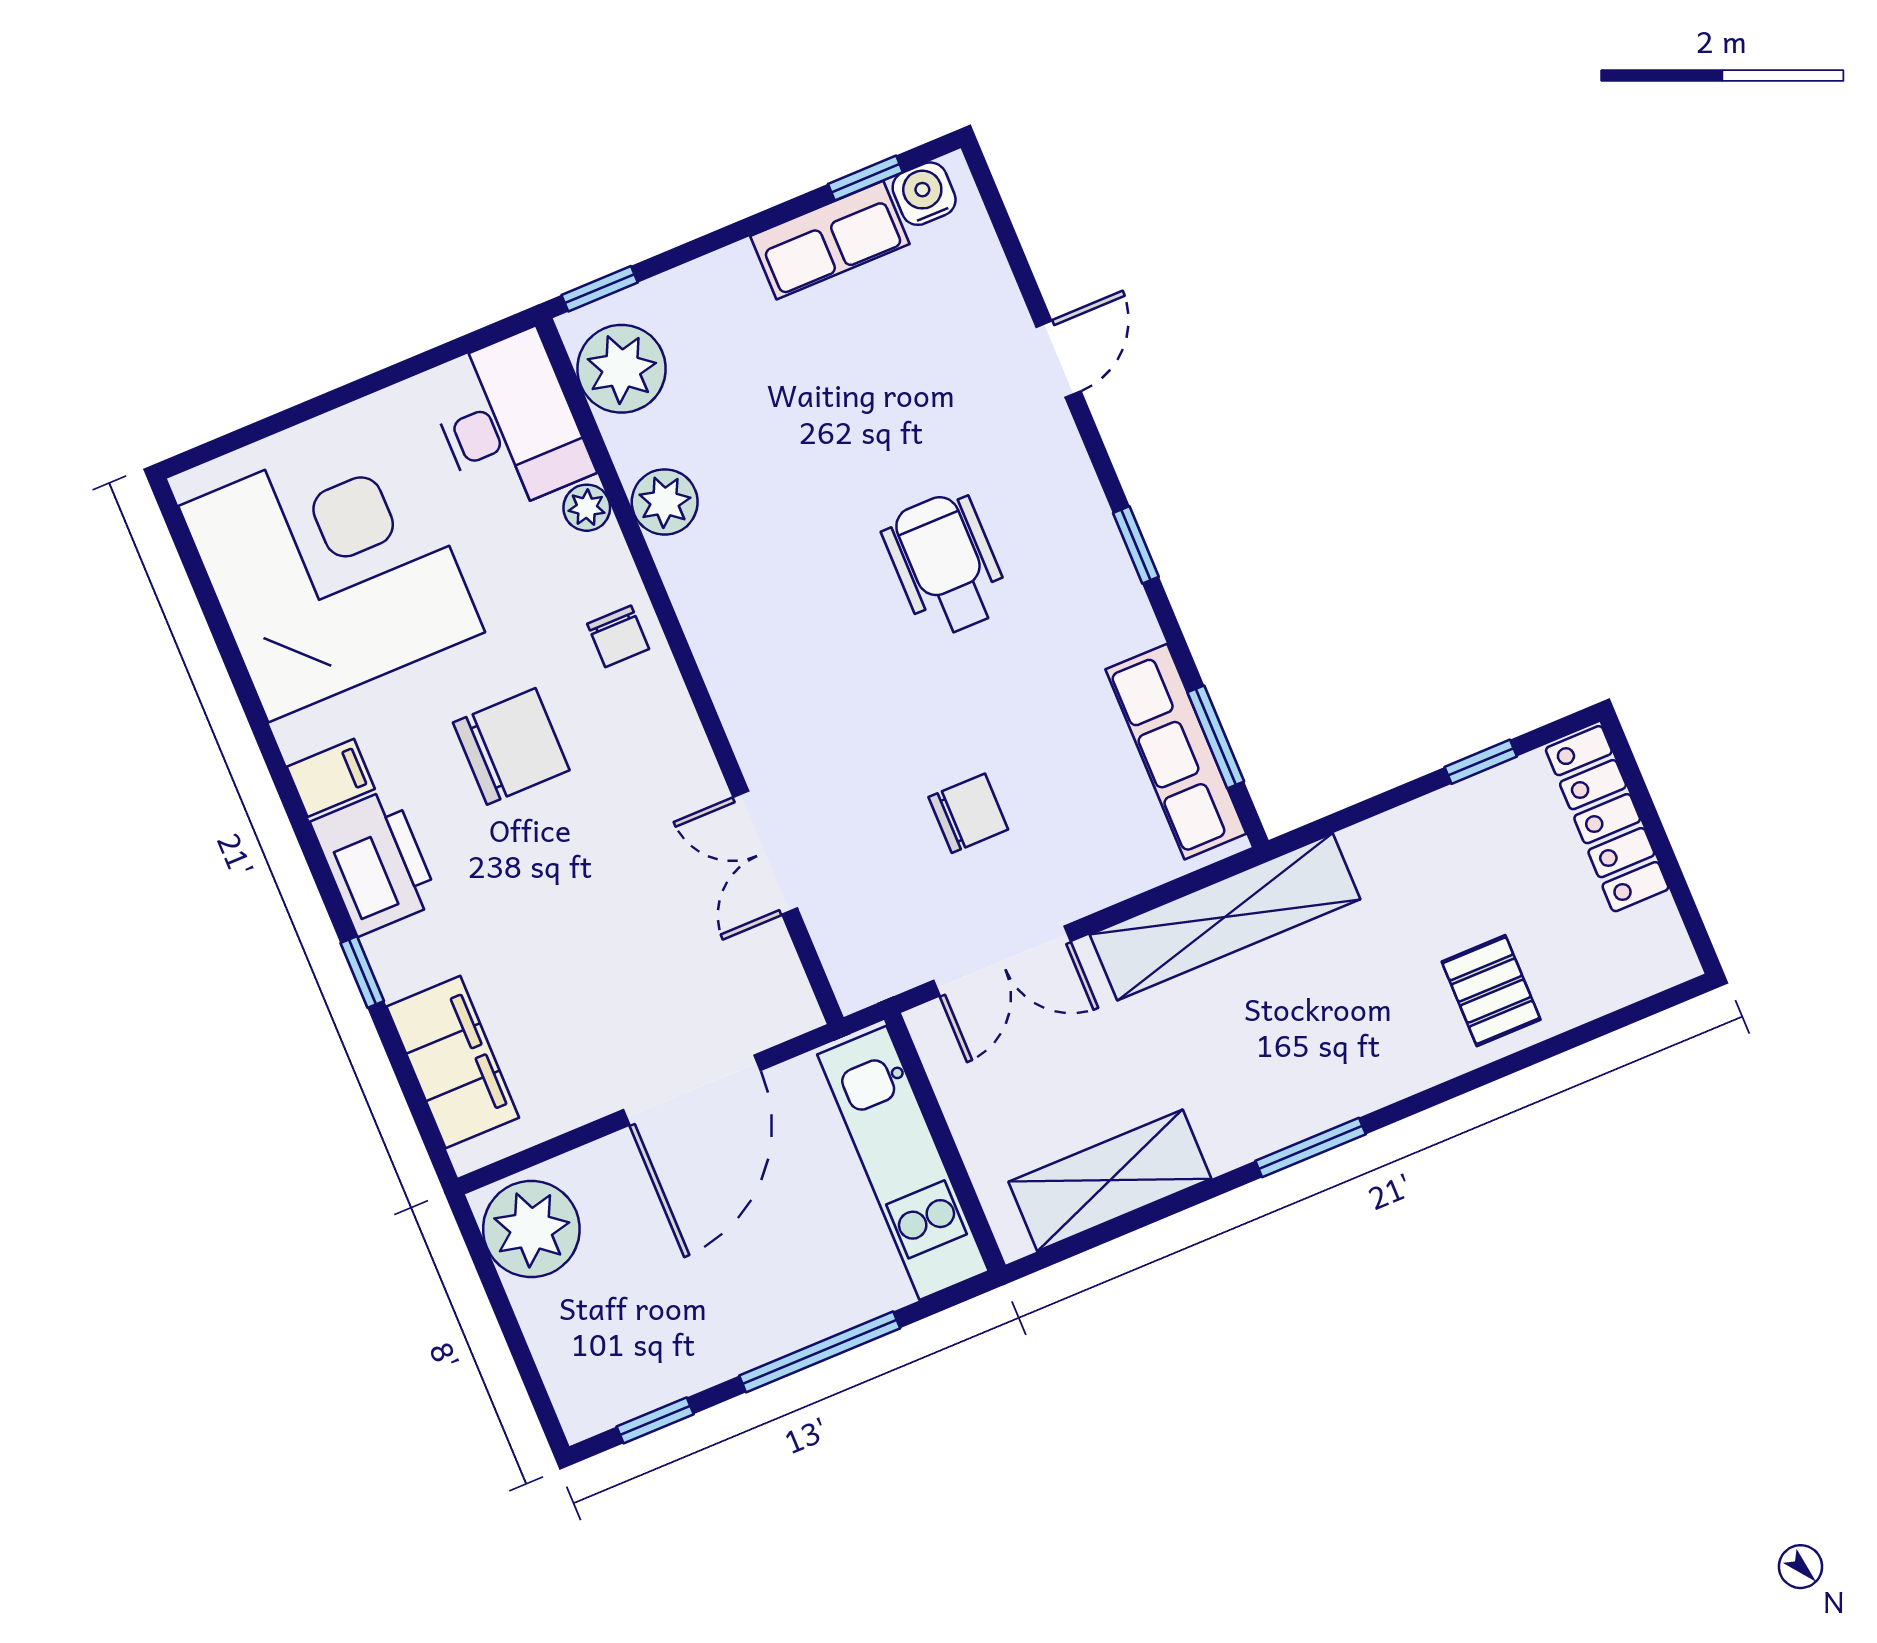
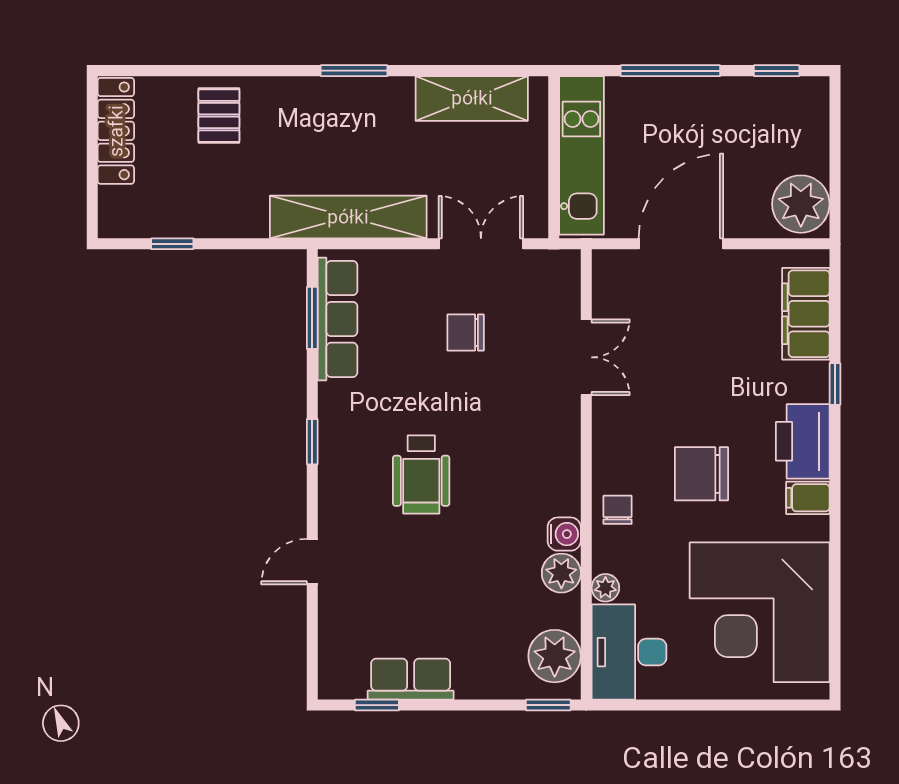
water cooler: (924, 194) -> (564, 534), moved, turned -90
locker: (1607, 819) -> (116, 131), moved

